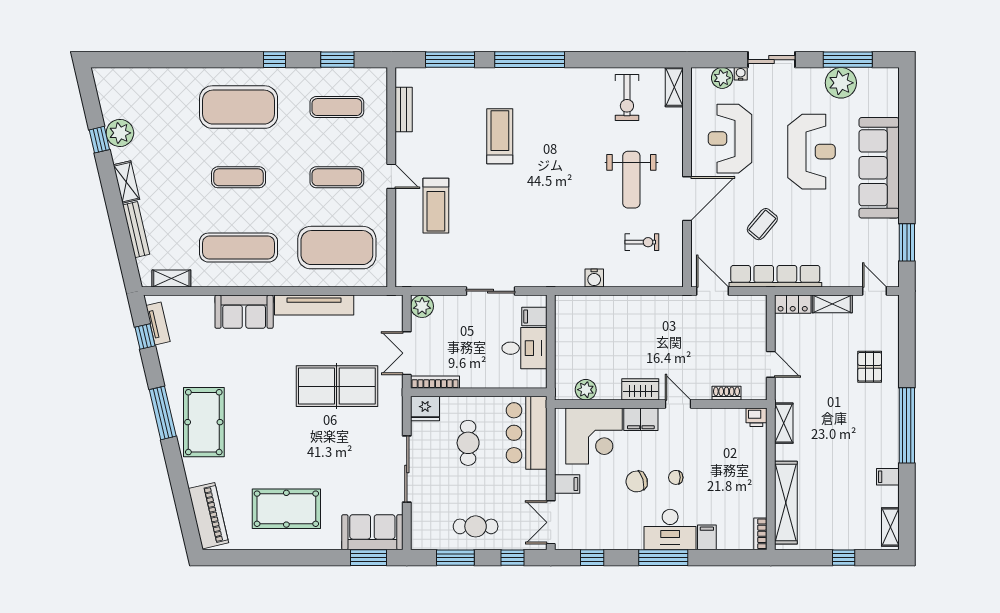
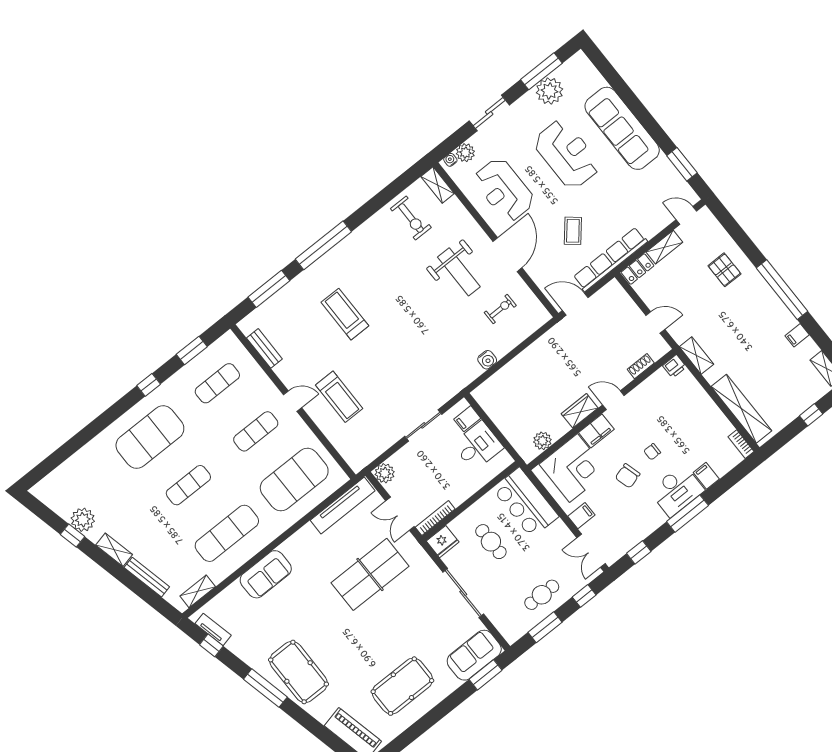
water cooler: (741, 74) -> (450, 160), moved
tv unit: (314, 305) -> (343, 505), moved

